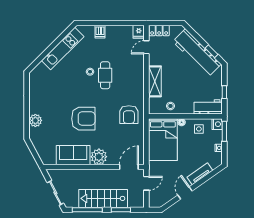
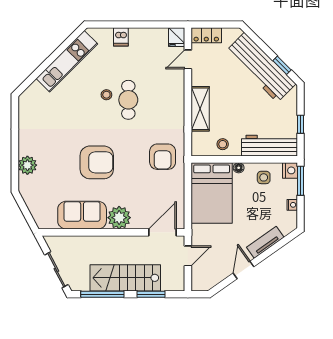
workbench: (208, 107) -> (269, 146), width x1.38

